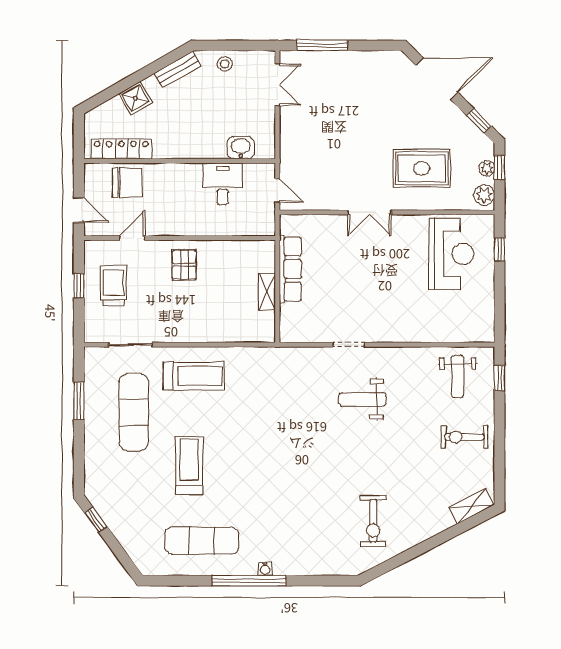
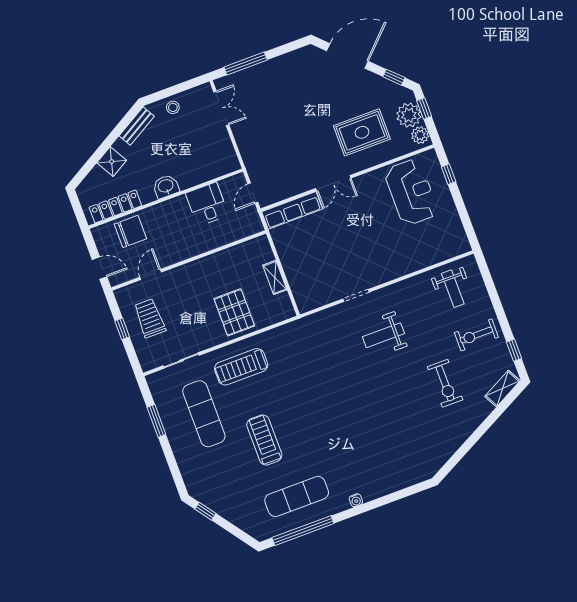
washbasin: (241, 148) -> (166, 186), moved
plant: (487, 169) -> (409, 115), width x1.88, depth x1.88
door: (277, 190) -> (253, 193), swing flipped
pallet: (184, 265) -> (234, 312), moved, width x1.50, depth x1.42
row of seats: (290, 269) -> (292, 210), moved, turned 90
treadmill: (194, 376) -> (241, 367), turned 180
window: (500, 378) -> (514, 350), moved
exercise bike: (373, 521) -> (445, 383), moved
window: (249, 581) -> (303, 531), moved

